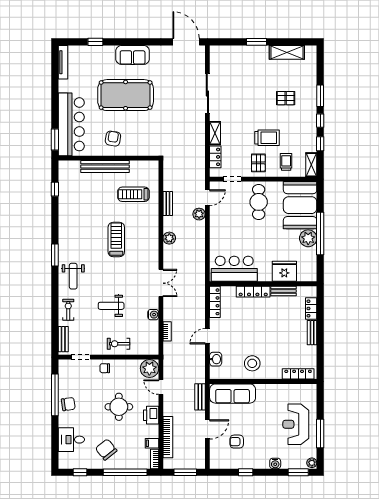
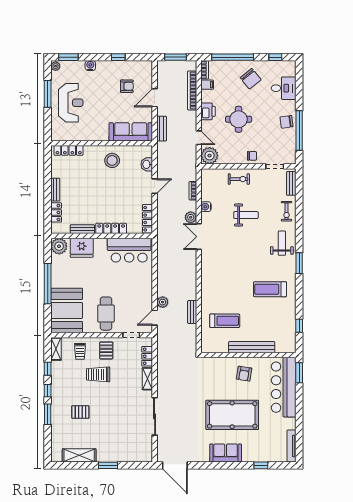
plant: (169, 238) -> (191, 217), moved
plant: (308, 238) -> (59, 246), moved
treadmill: (116, 240) -> (270, 289), moved, turned 90

